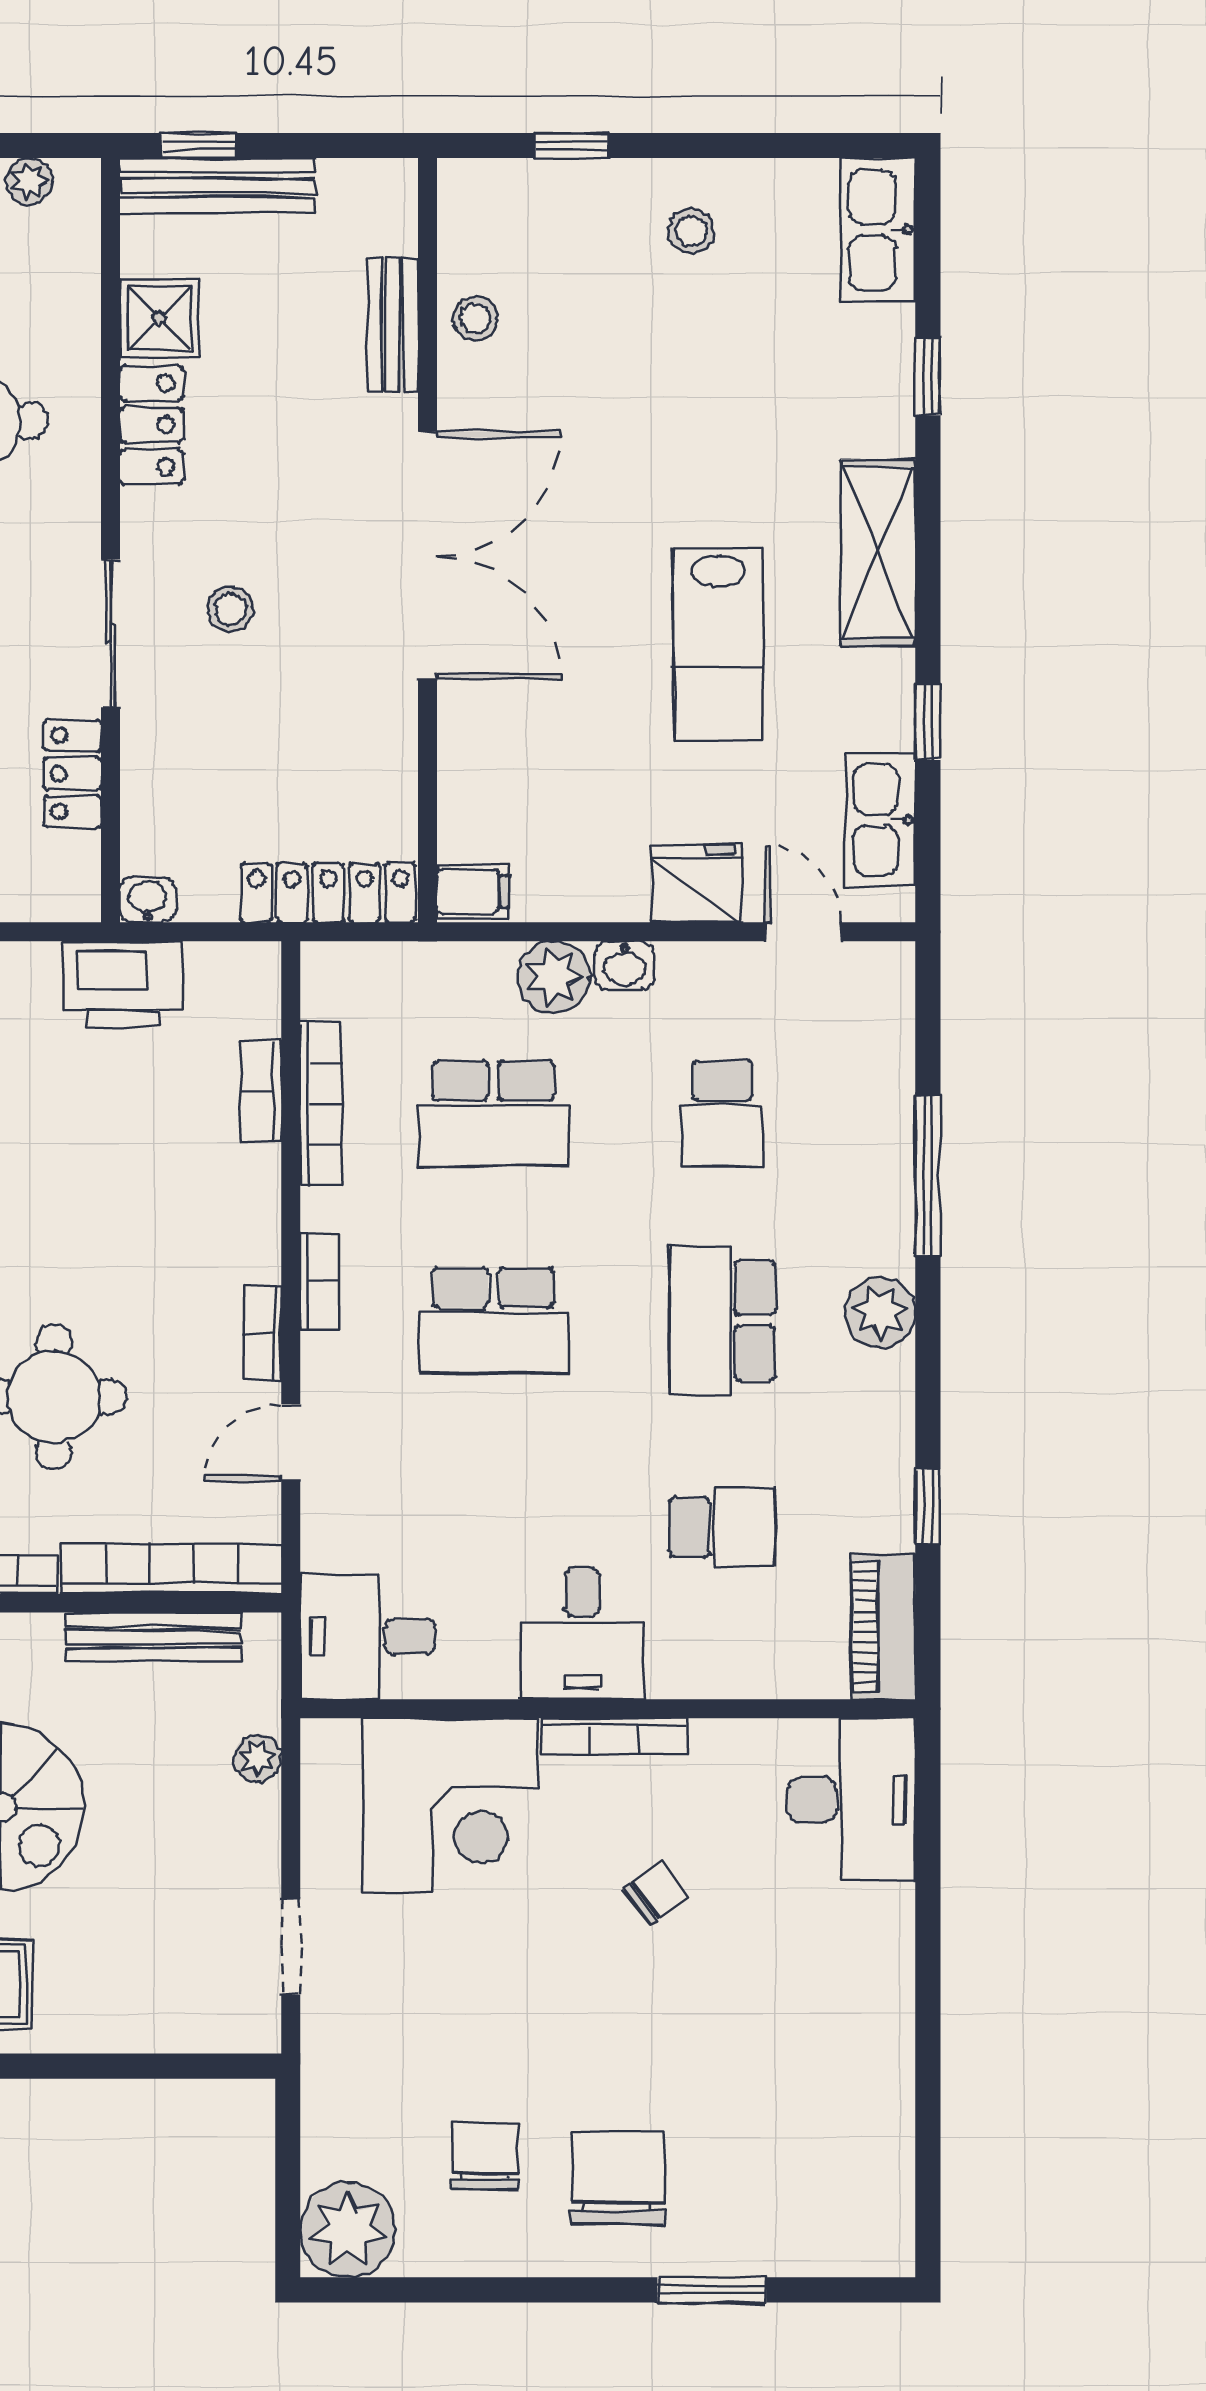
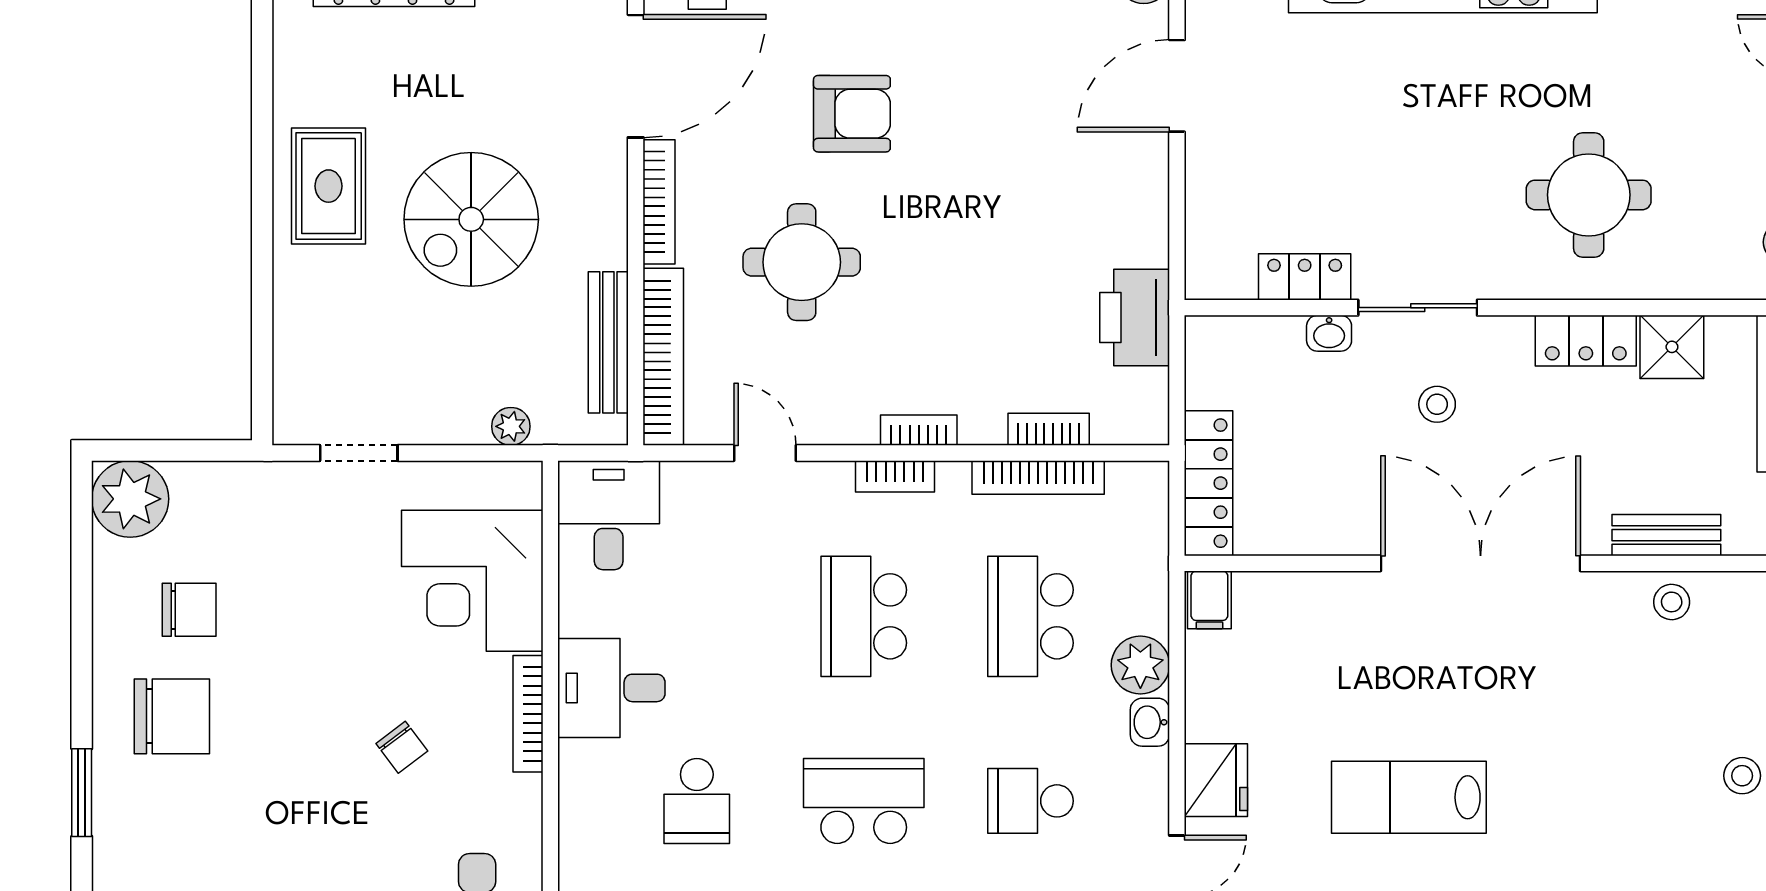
double door: (428, 555) -> (1481, 563), swing flipped
washbasin: (148, 900) -> (1329, 333), moved, turned 90
bookcase: (263, 1333) -> (919, 430), moved

